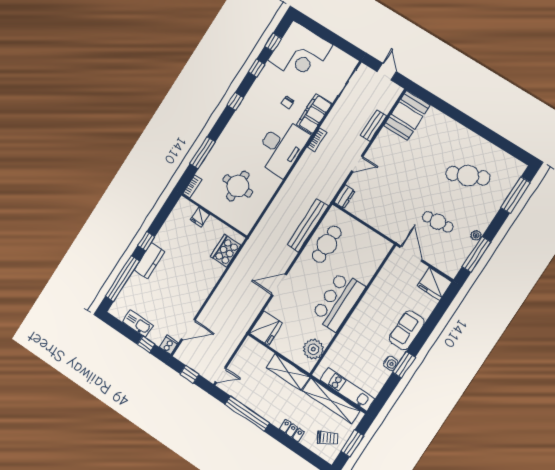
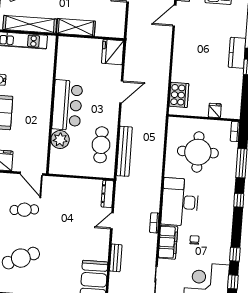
window: (235, 101) -> (239, 200), moved
round table: (238, 186) -> (198, 152), width x1.36, depth x1.36
dresser: (345, 197) -> (107, 194), width x1.44
plant: (313, 349) -> (60, 140), moved

